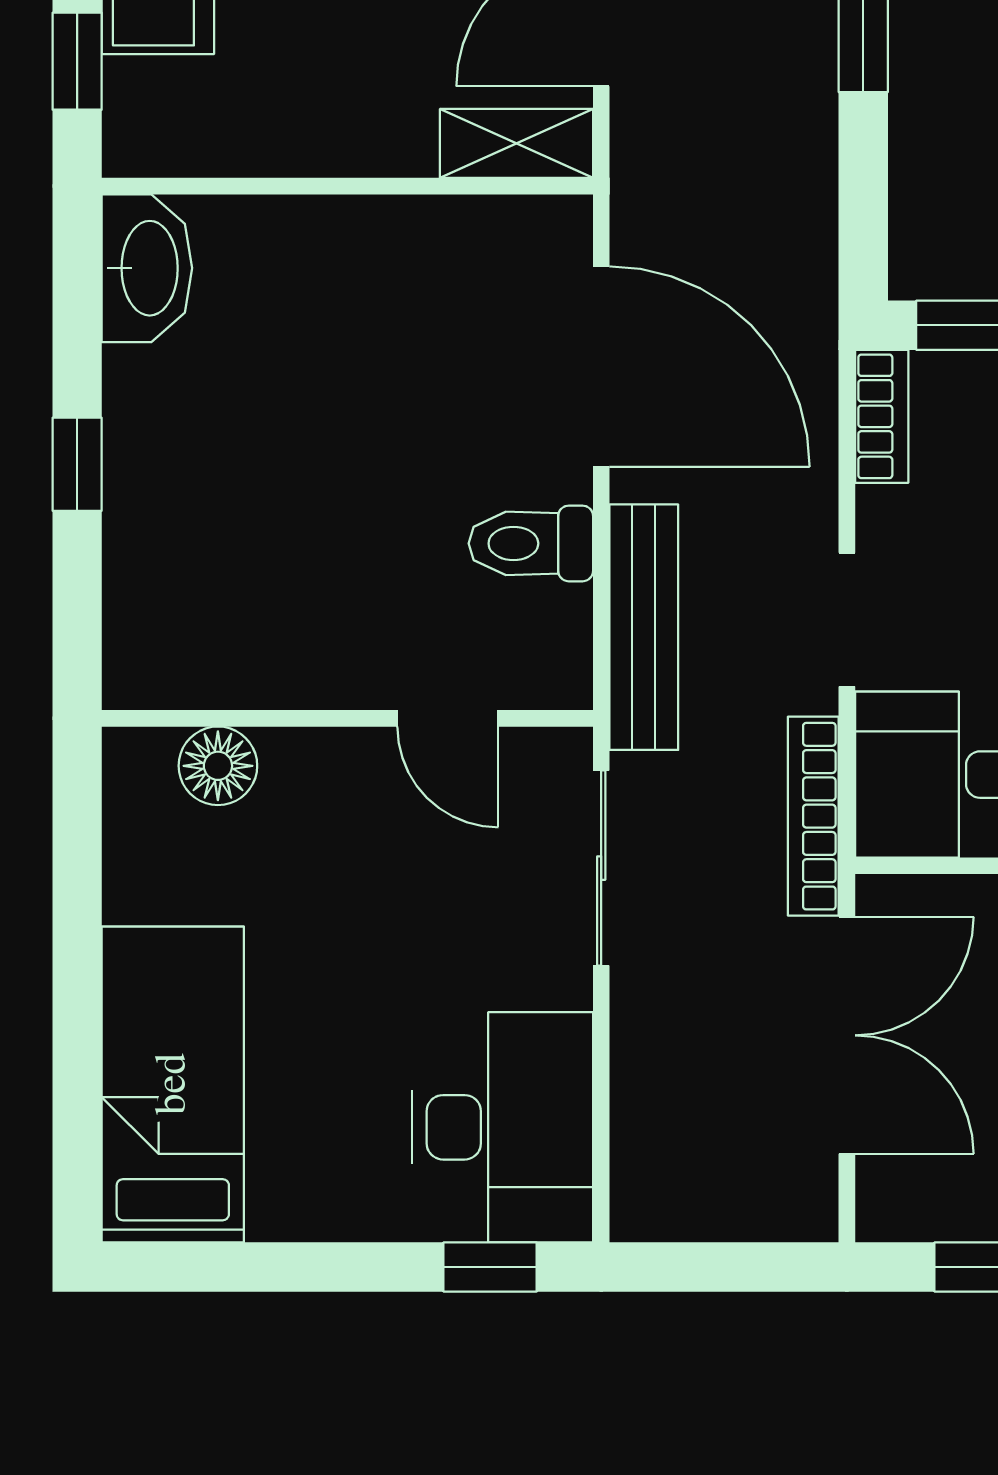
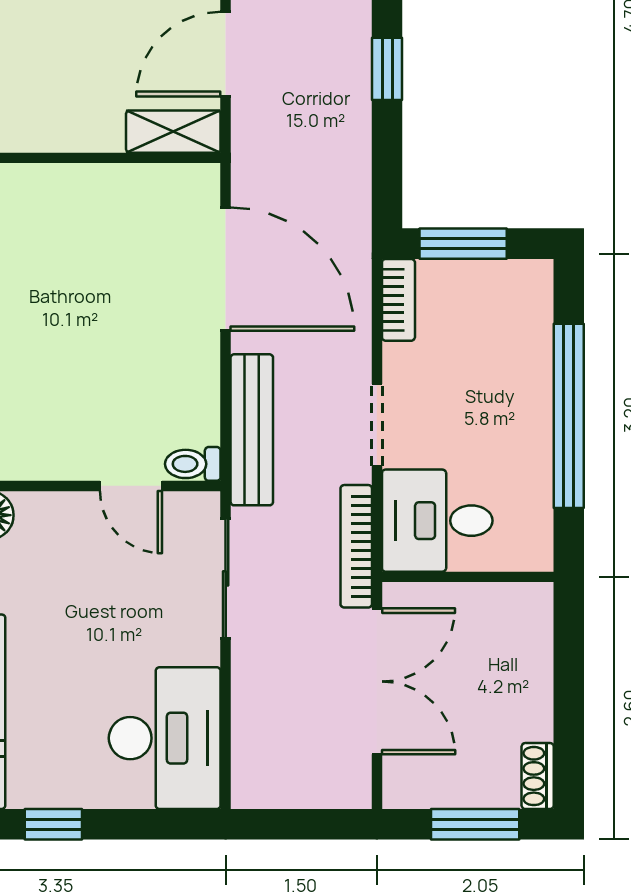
toilet: (531, 543) -> (193, 464), moved, width x0.73, depth x0.72
window: (490, 1267) -> (53, 824), moved

